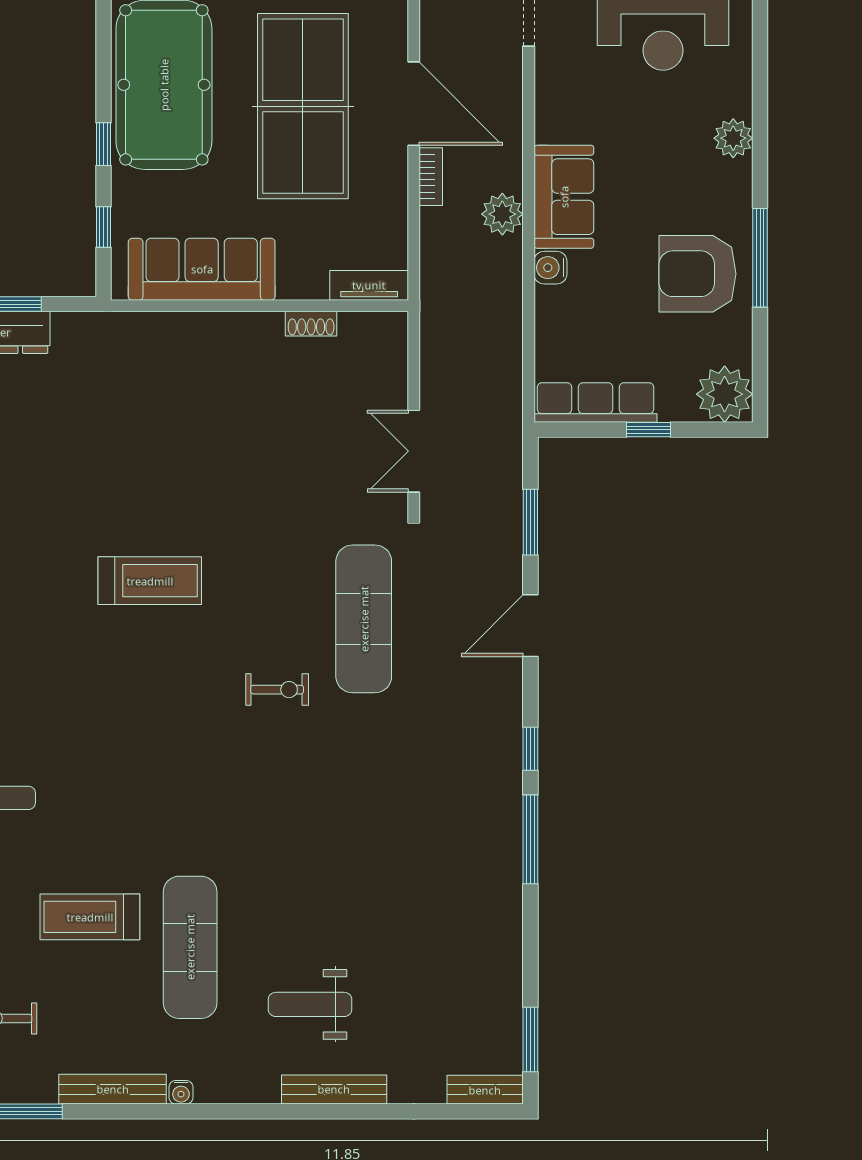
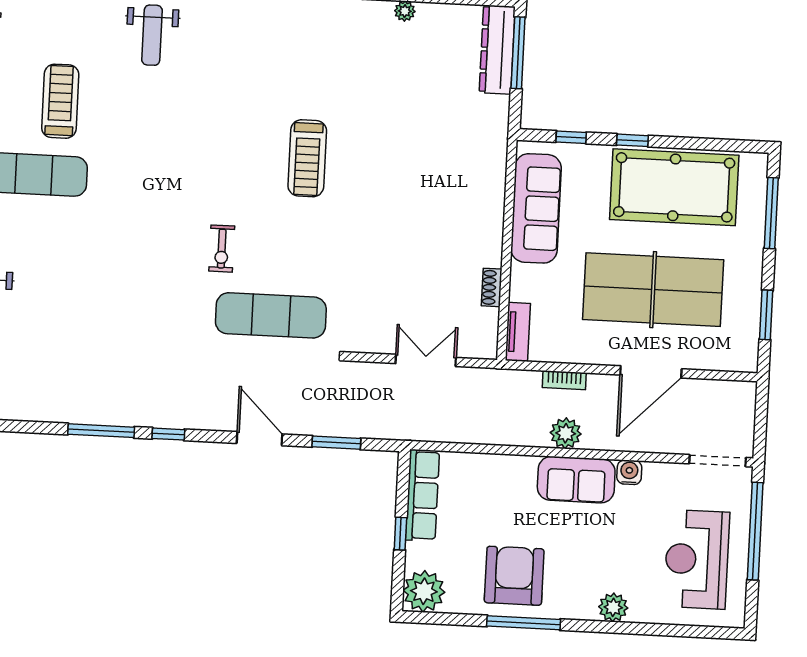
bookcase: (431, 177) -> (564, 380), moved
water cooler: (550, 268) -> (629, 472), moved
double door: (414, 451) -> (426, 360), moved

